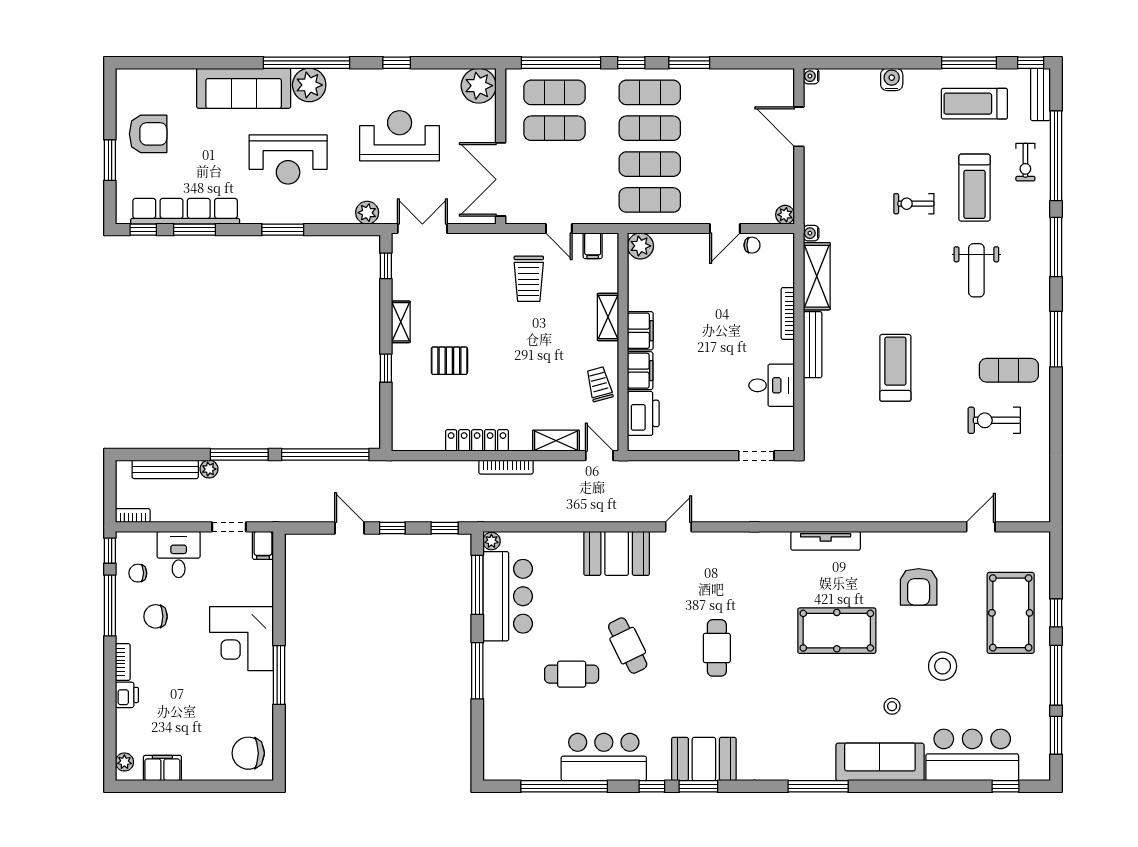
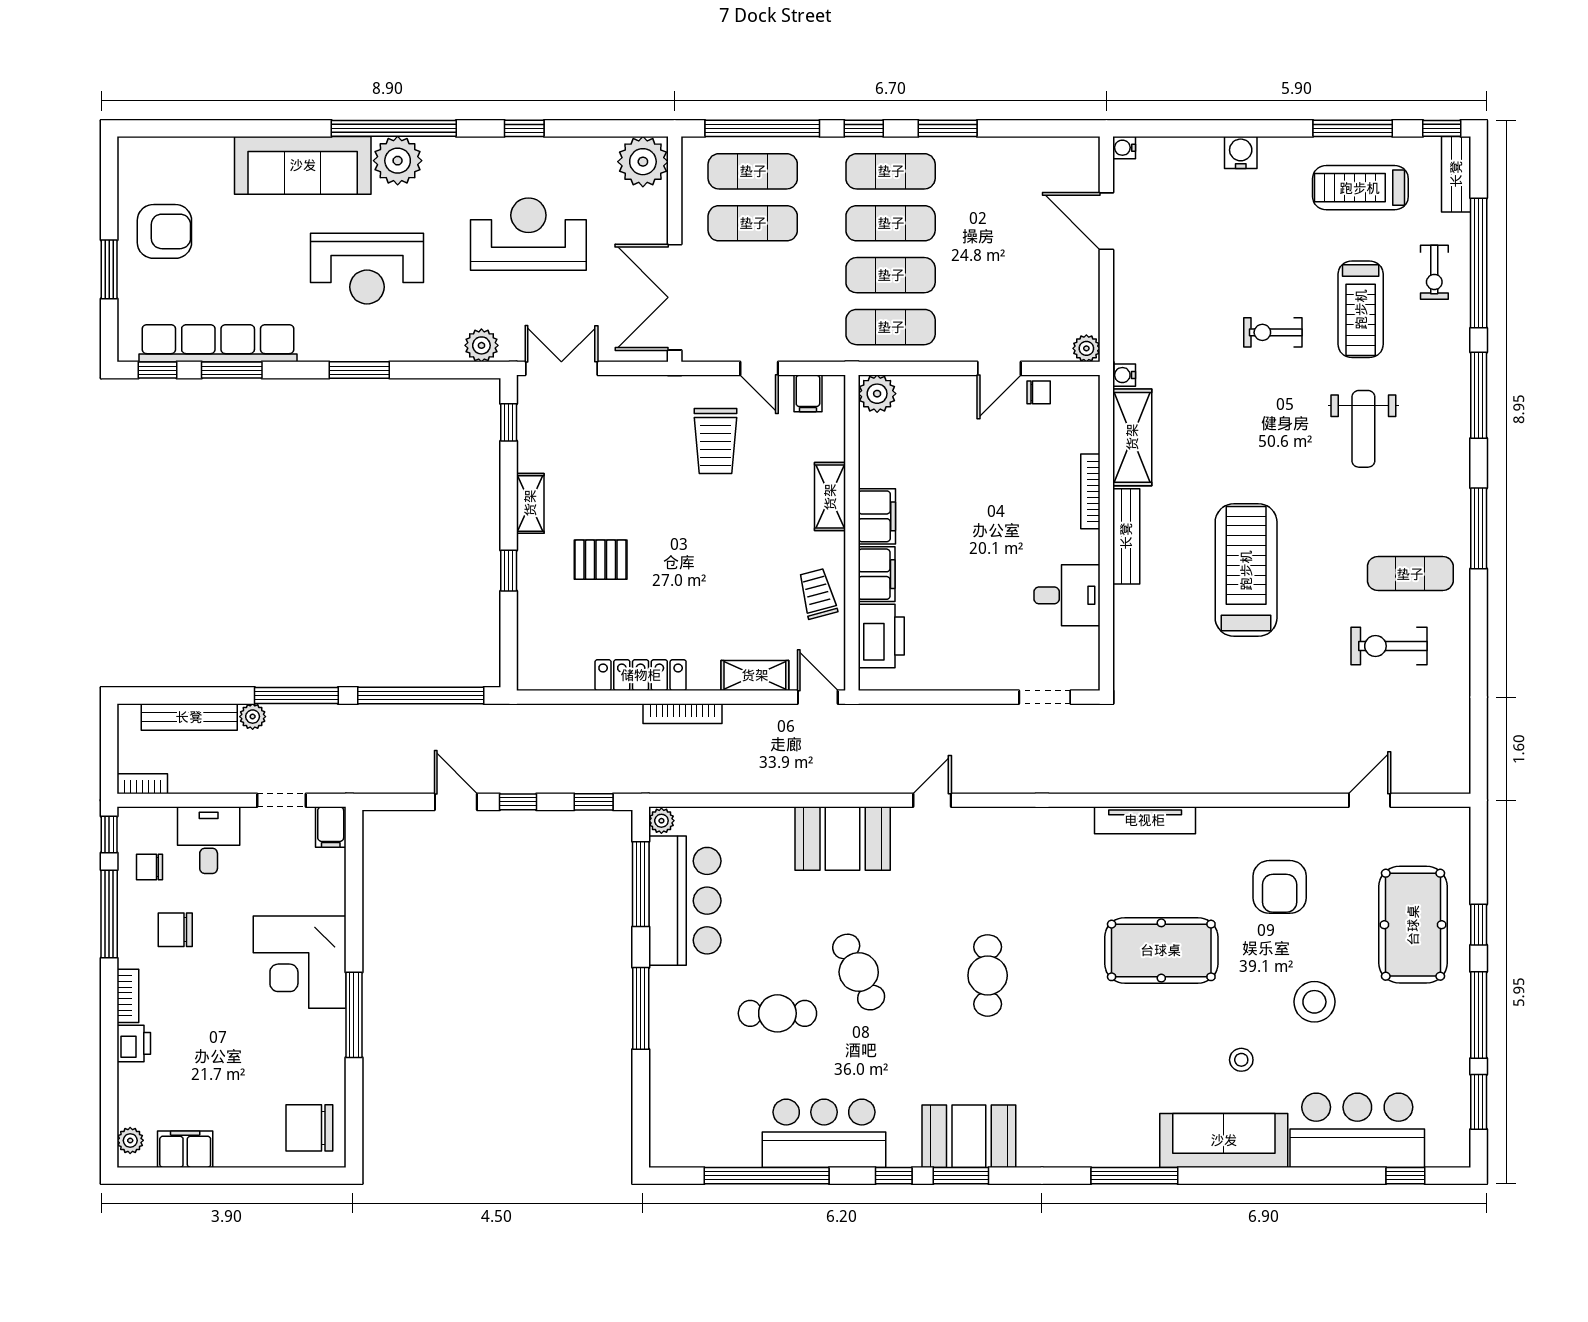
treadmill: (895, 368) -> (1246, 570), width x1.37, depth x1.37

